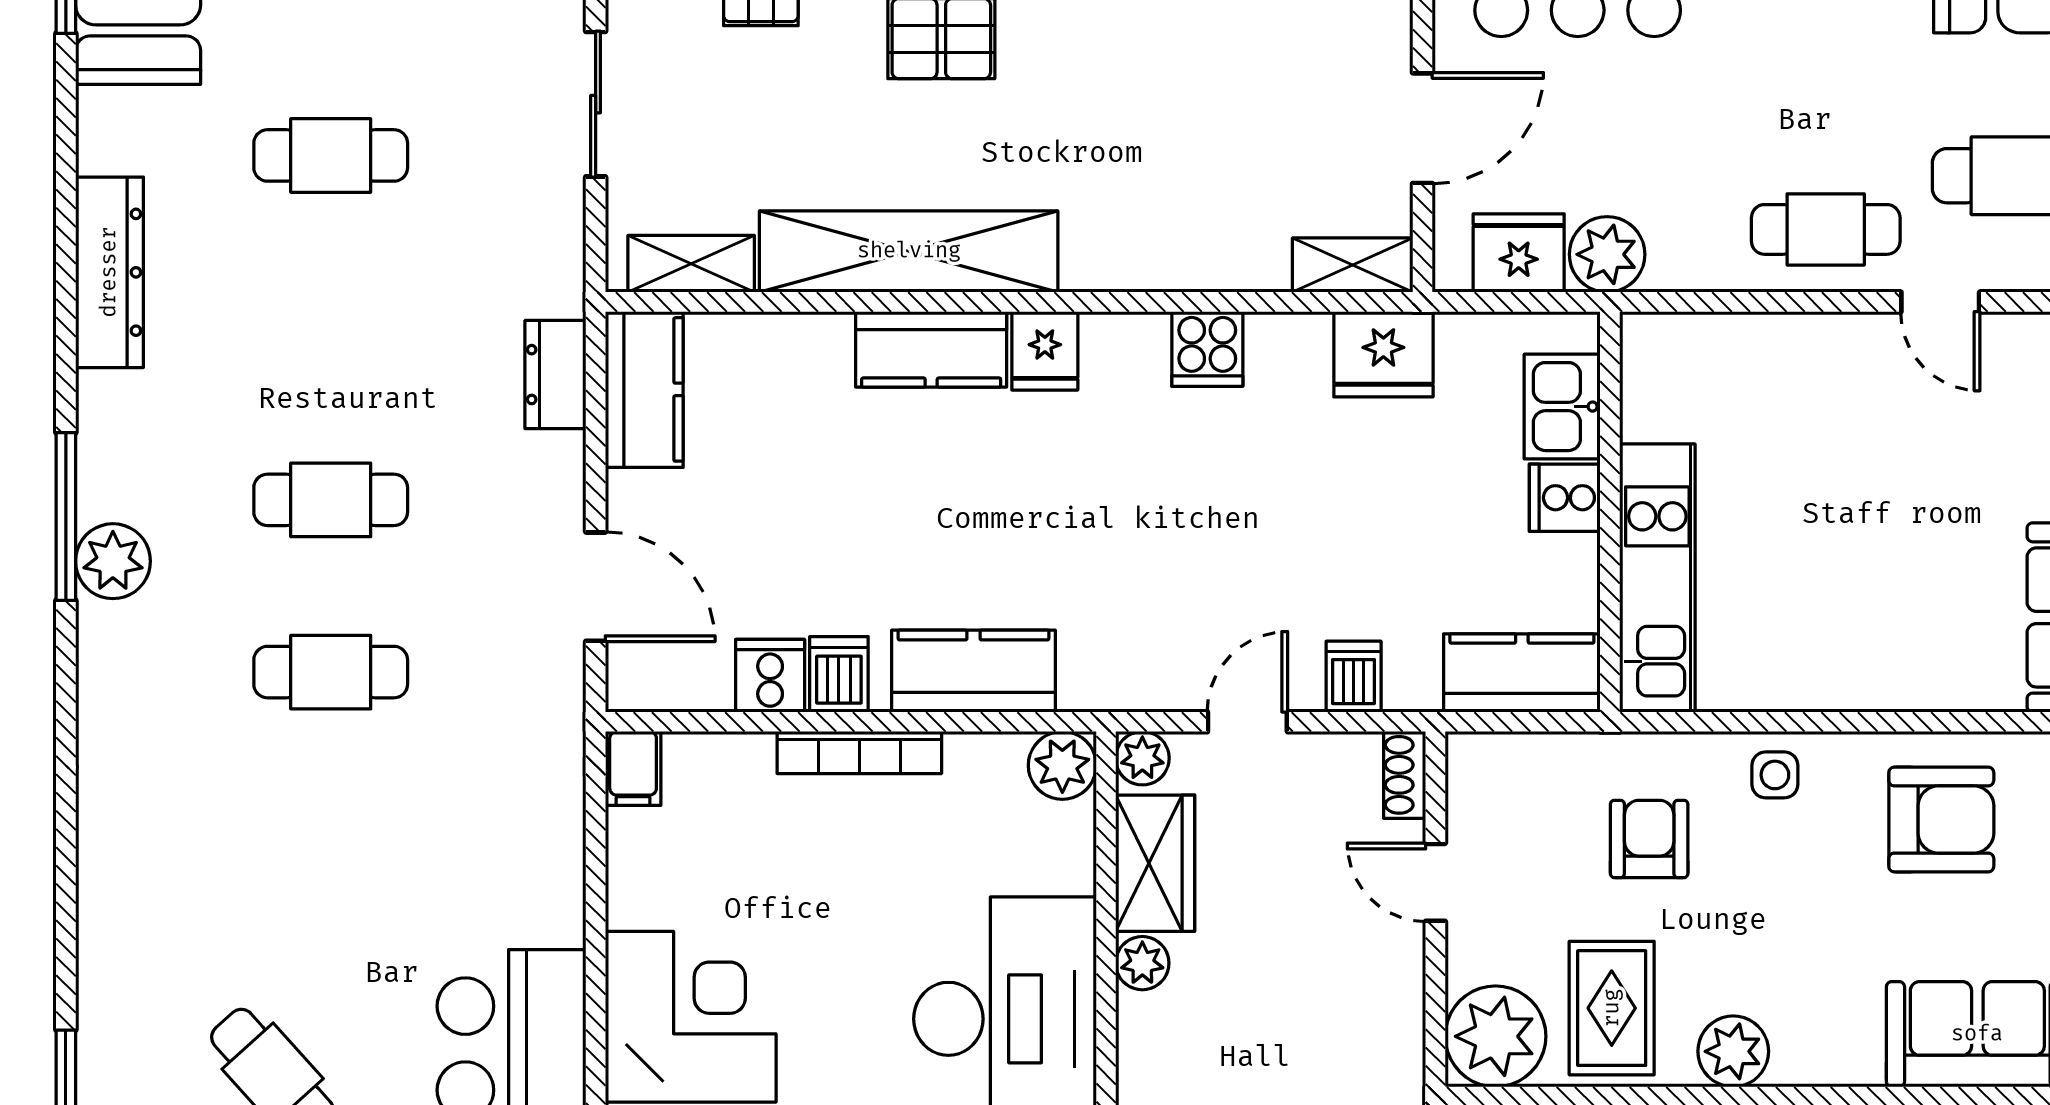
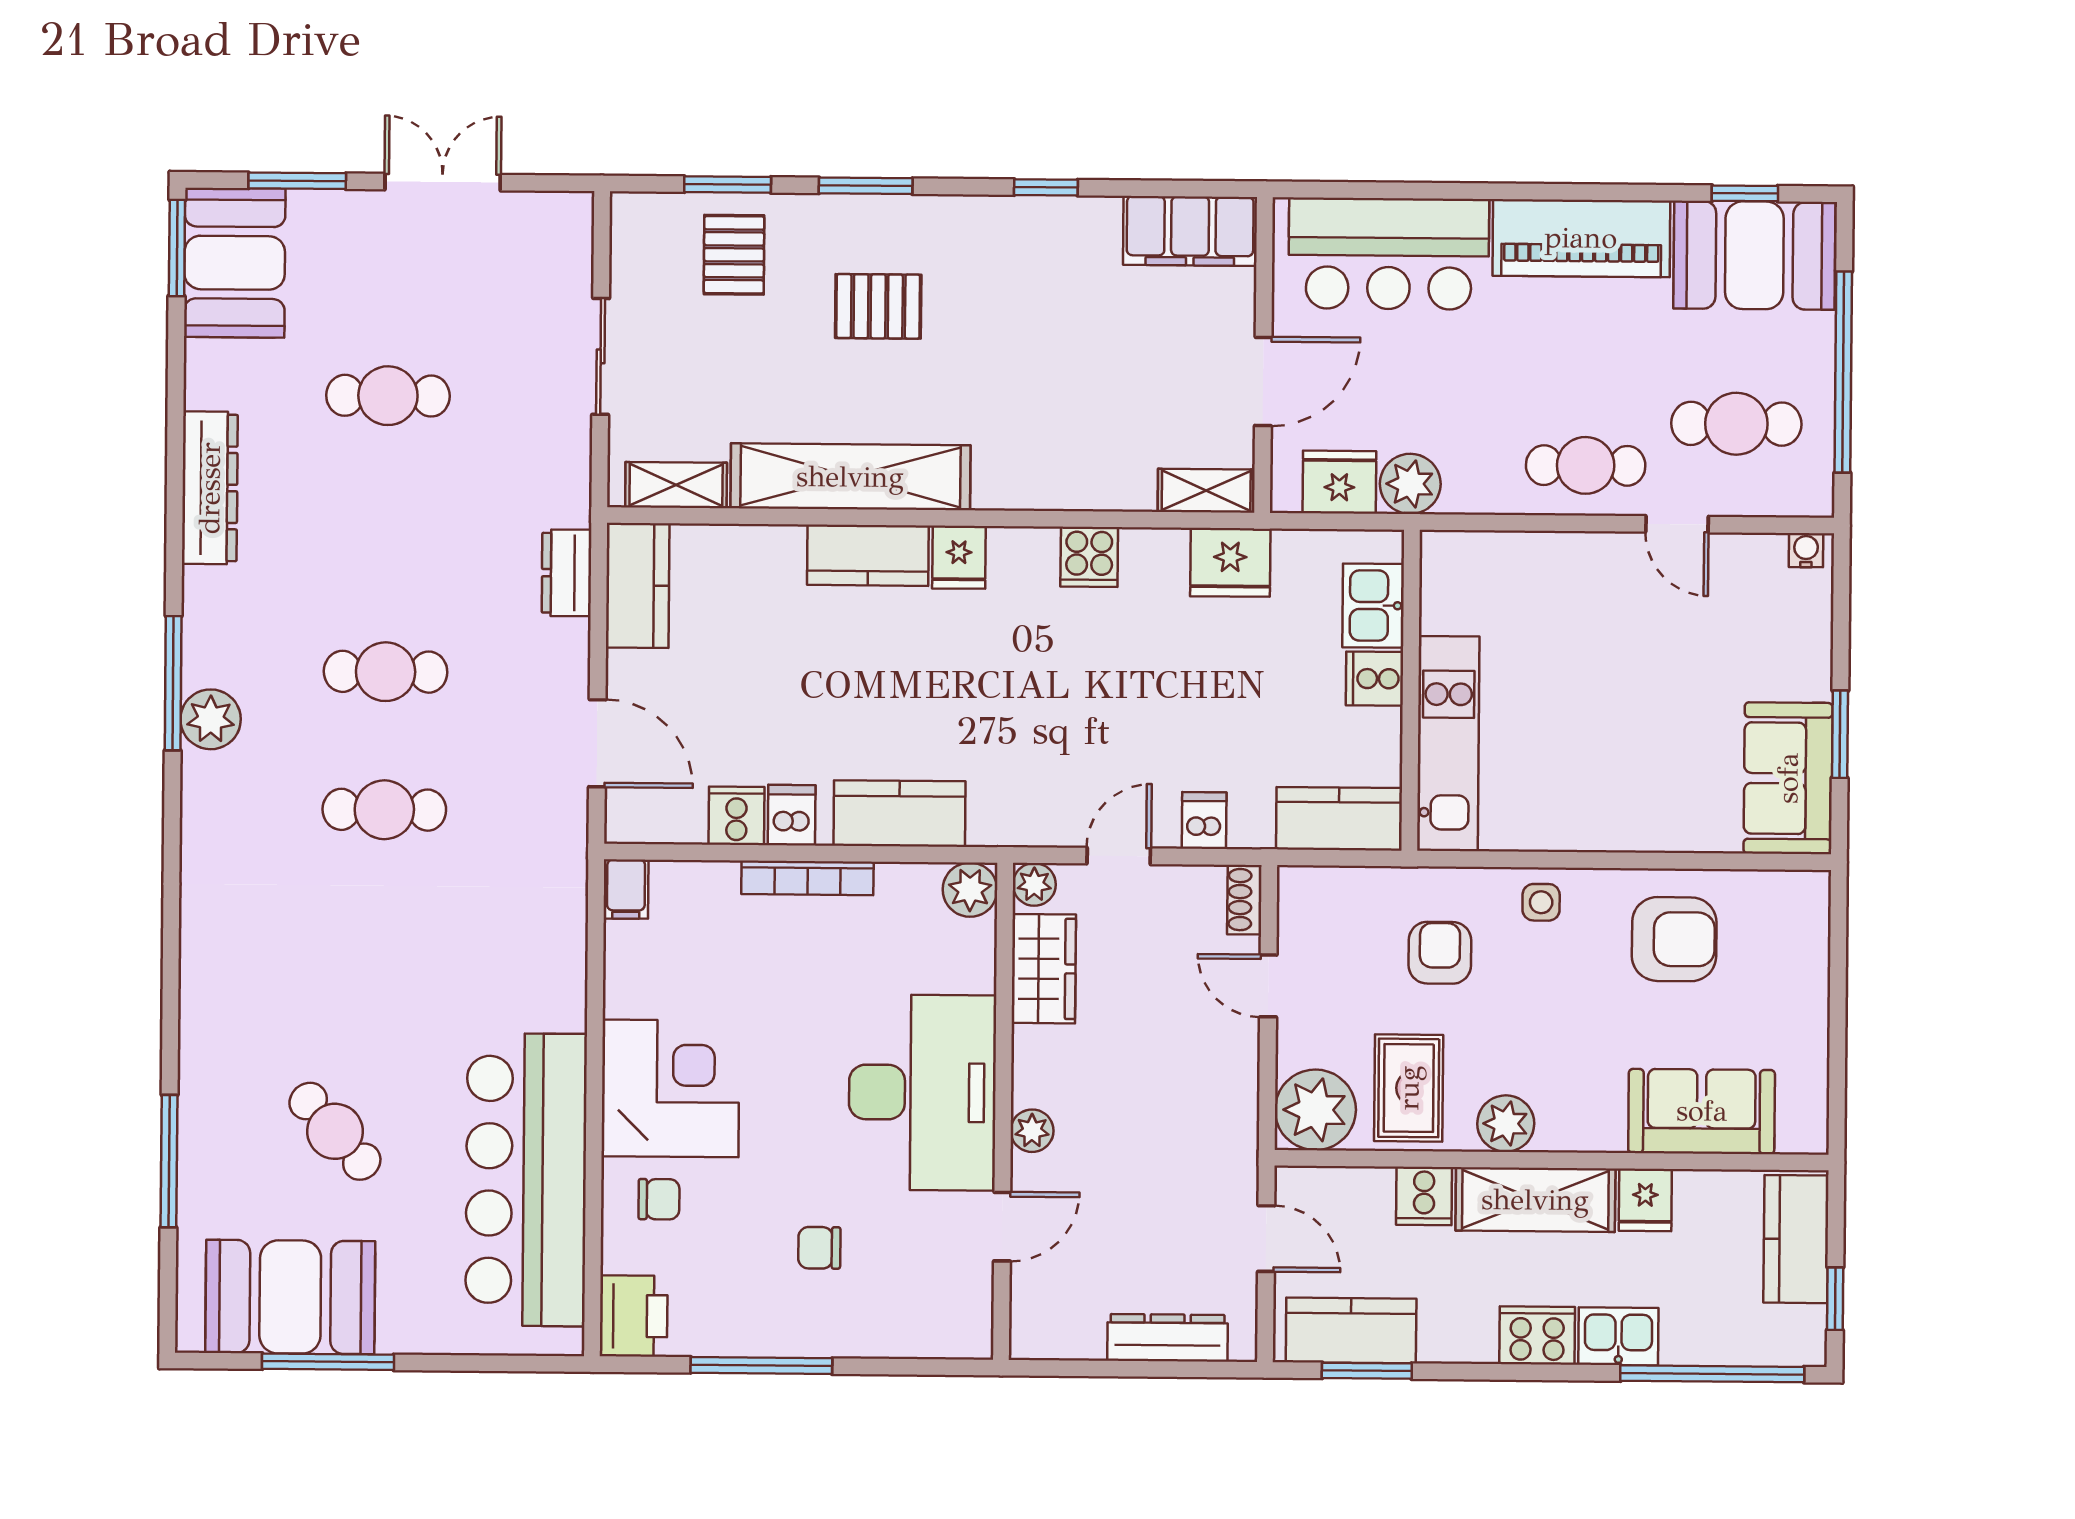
plant: (1142, 963) -> (1032, 1131), moved

